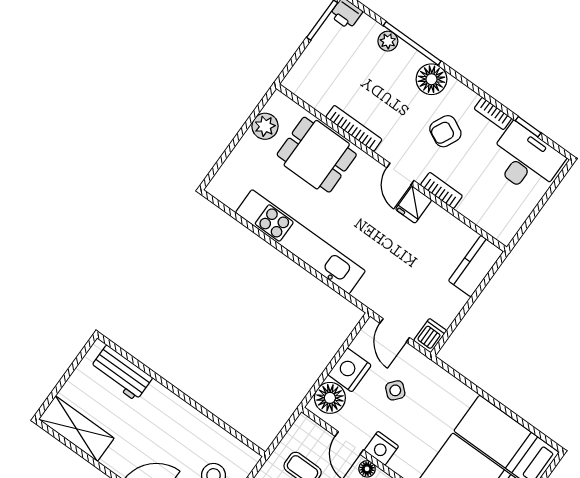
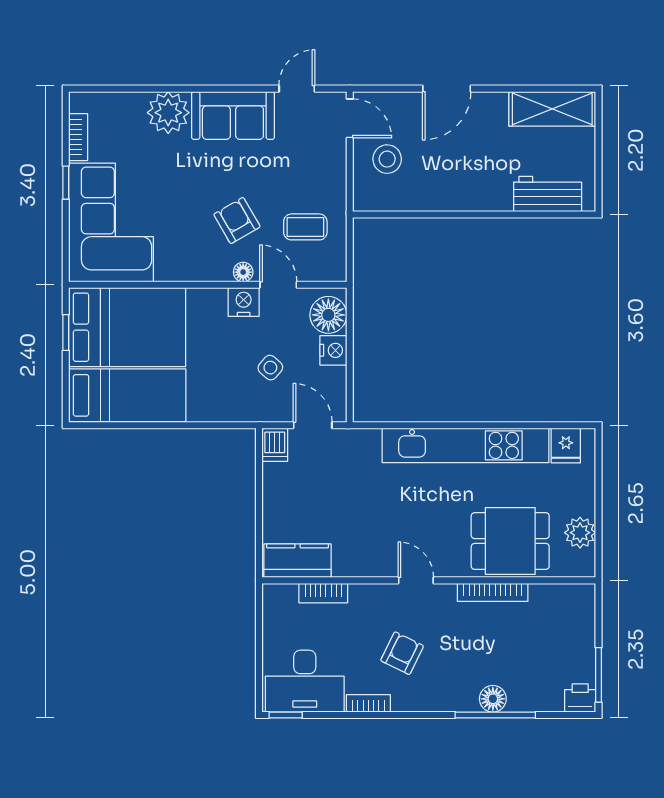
plant: (388, 41) -> (520, 700), removed
floor lamp: (431, 79) -> (493, 699), moved, width x0.73, depth x0.73
window: (528, 127) -> (286, 715), moved
bookcase: (441, 190) -> (323, 593), moved
fridge: (414, 205) -> (566, 446), moved, turned 180
kitchen counter: (476, 266) -> (298, 561), moved, turned -90
nightstand: (350, 370) -> (333, 350), width x0.74, depth x0.75

